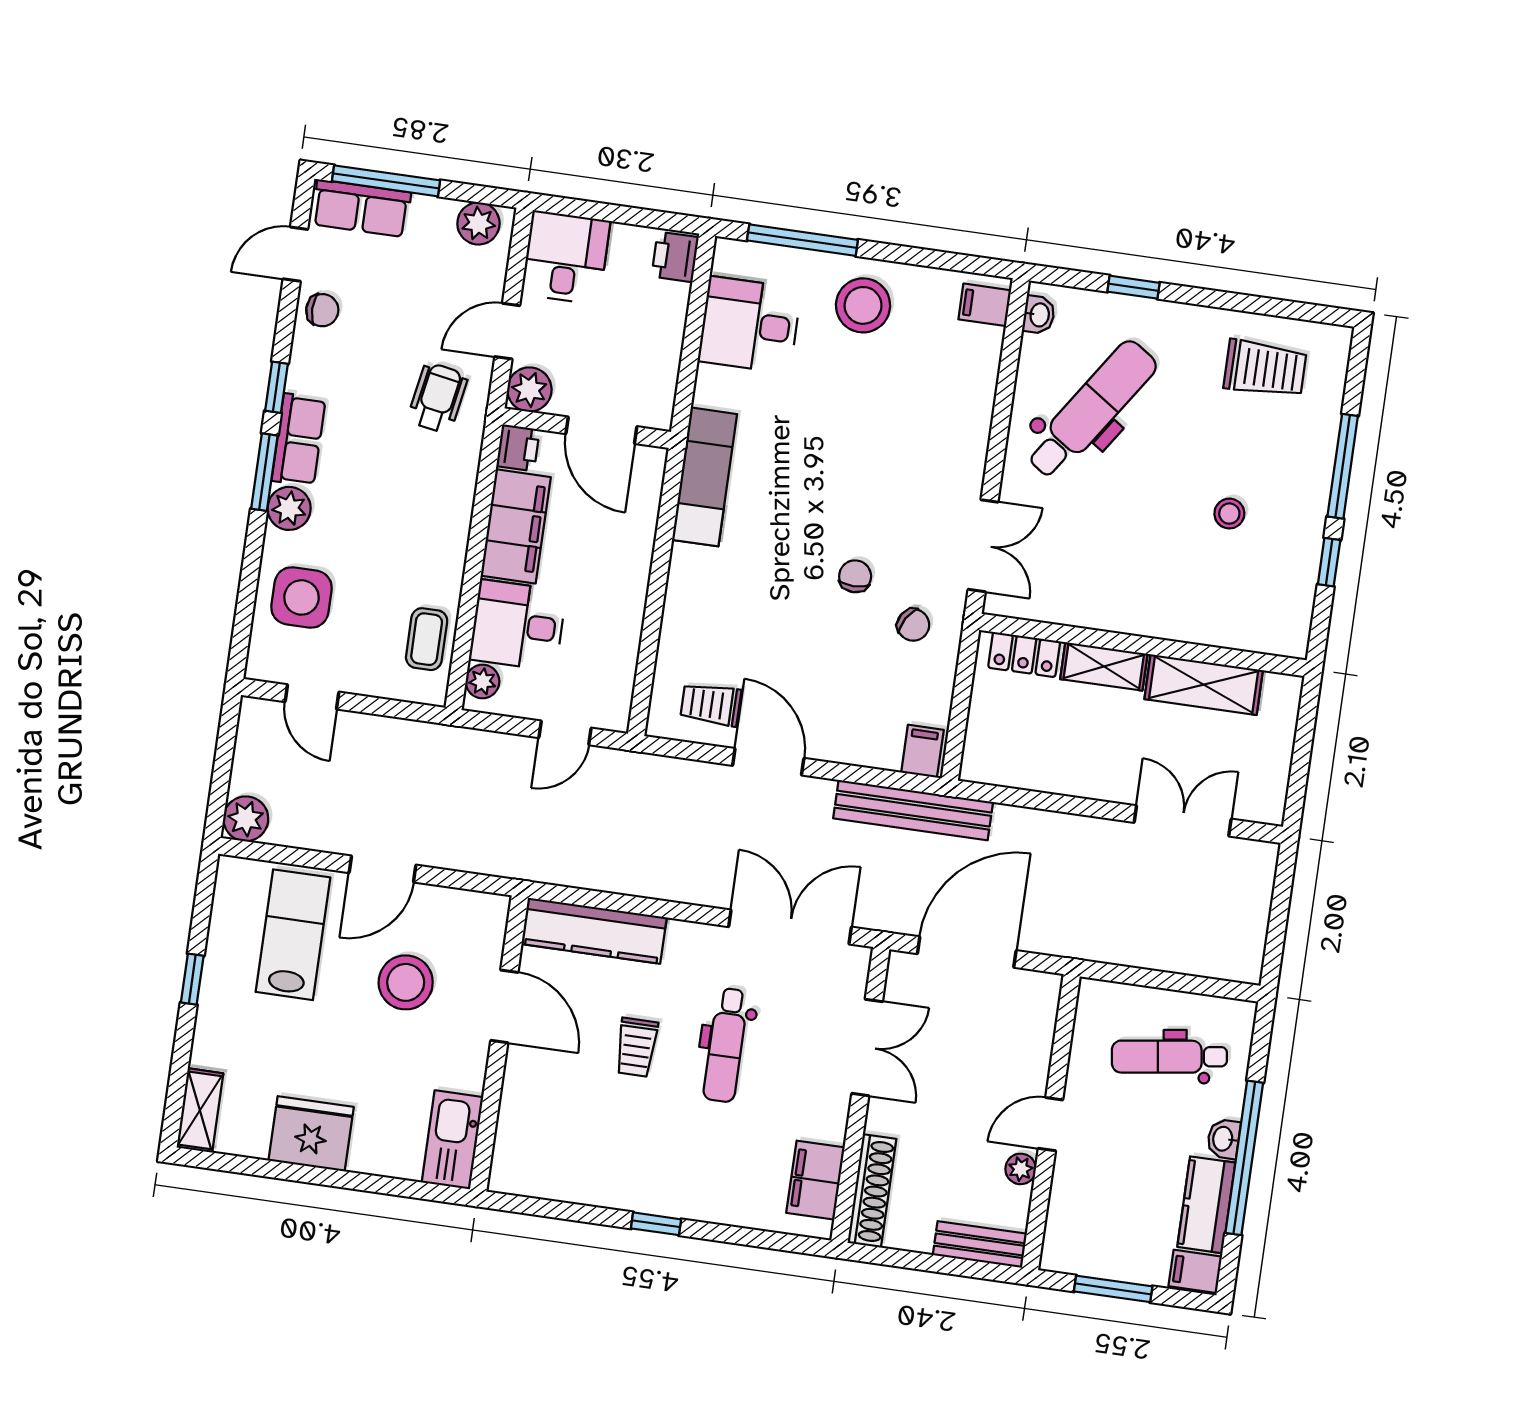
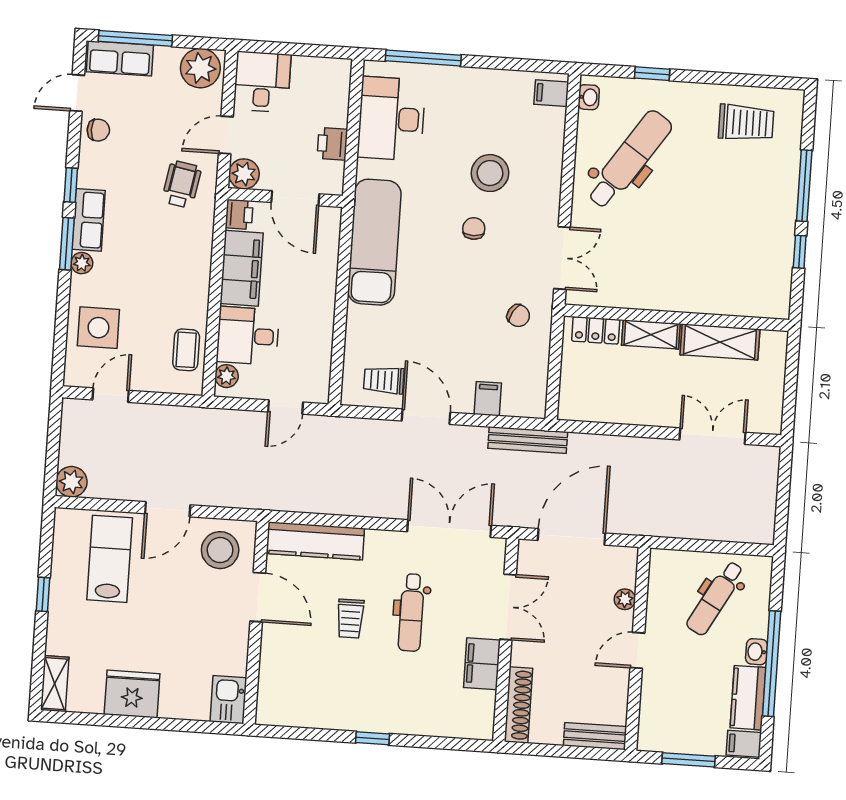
plant: (478, 223) -> (200, 68), width x1.36, depth x1.36
printer: (675, 257) -> (332, 144), moved
stool: (863, 305) -> (490, 173), moved
desk: (750, 325) -> (391, 119), width x1.37
exam couch: (705, 477) -> (374, 242), width x1.36, depth x1.45
plant: (289, 508) -> (82, 263), width x0.73, depth x0.73
stool: (1229, 514) -> (729, 224), removed
chair: (855, 576) -> (474, 229), moved
door: (312, 697) -> (111, 395), swing flipped
filing cabinet: (922, 751) -> (488, 399), moved
bench: (913, 810) -> (528, 440), width x0.73, depth x0.82
stool: (406, 982) -> (220, 550), moved
dental chair: (1169, 1057) -> (715, 598), turned -53
kitchen sink: (452, 1140) -> (228, 700), width x0.73
plant: (1021, 1169) -> (625, 599), moved
filing cabinet: (815, 1180) -> (482, 664), moved

